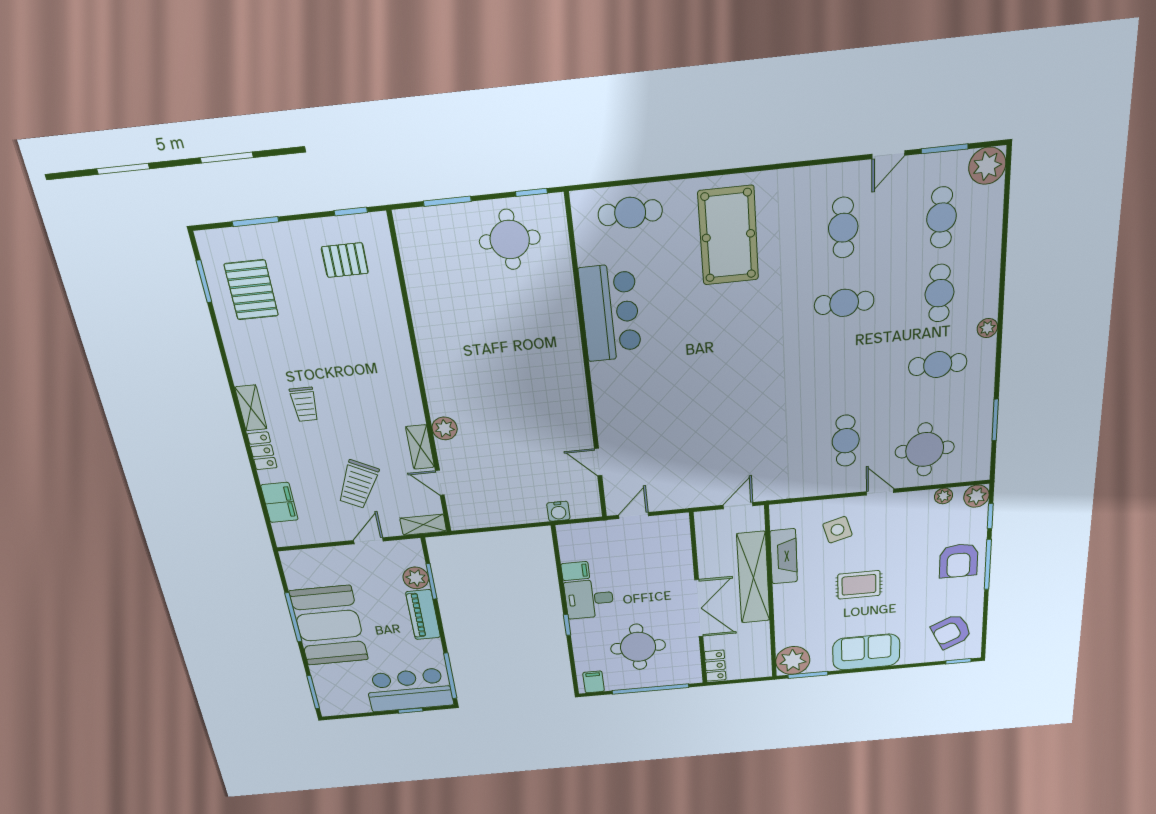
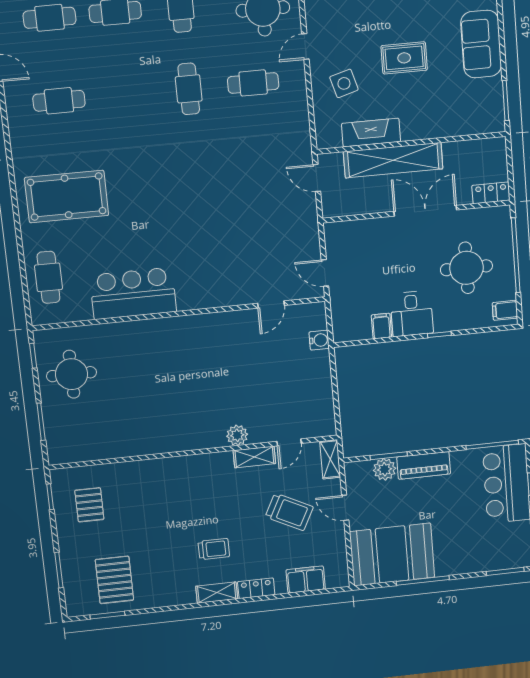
pallet: (251, 290) -> (114, 580), turned 90
cafe table: (844, 303) -> (189, 89), moved
rug: (859, 585) -> (404, 58), turned 90
booth: (329, 626) -> (392, 554), moved
plant: (793, 660) -> (488, 117), removed

